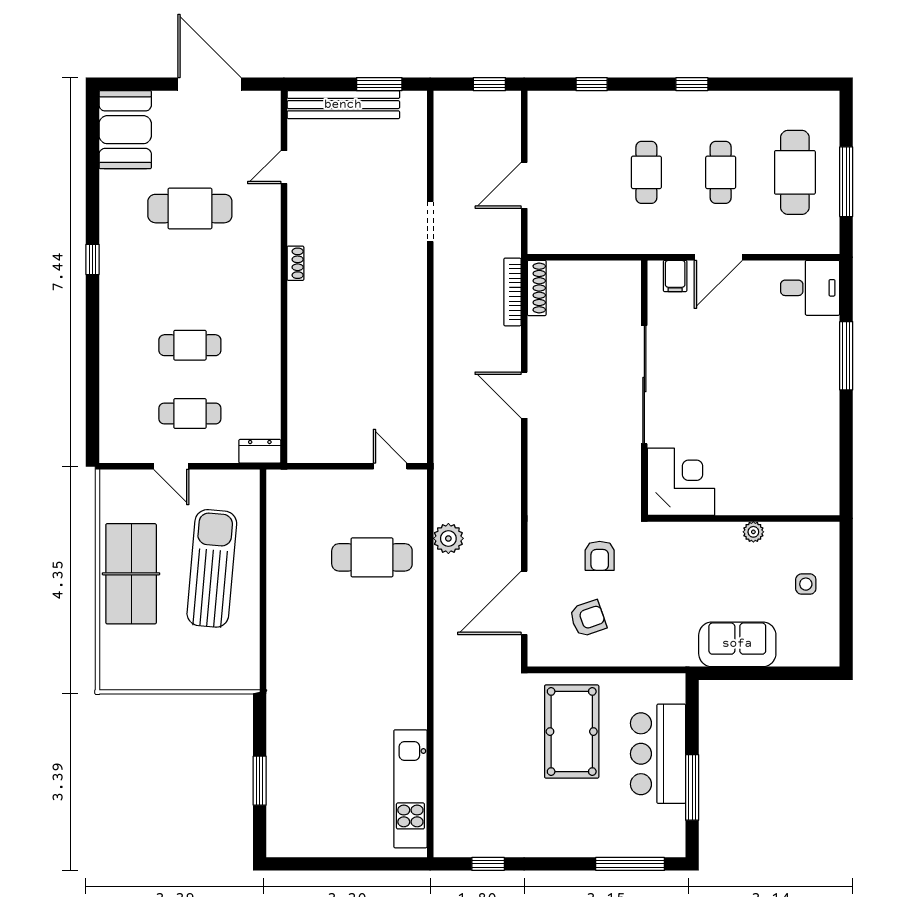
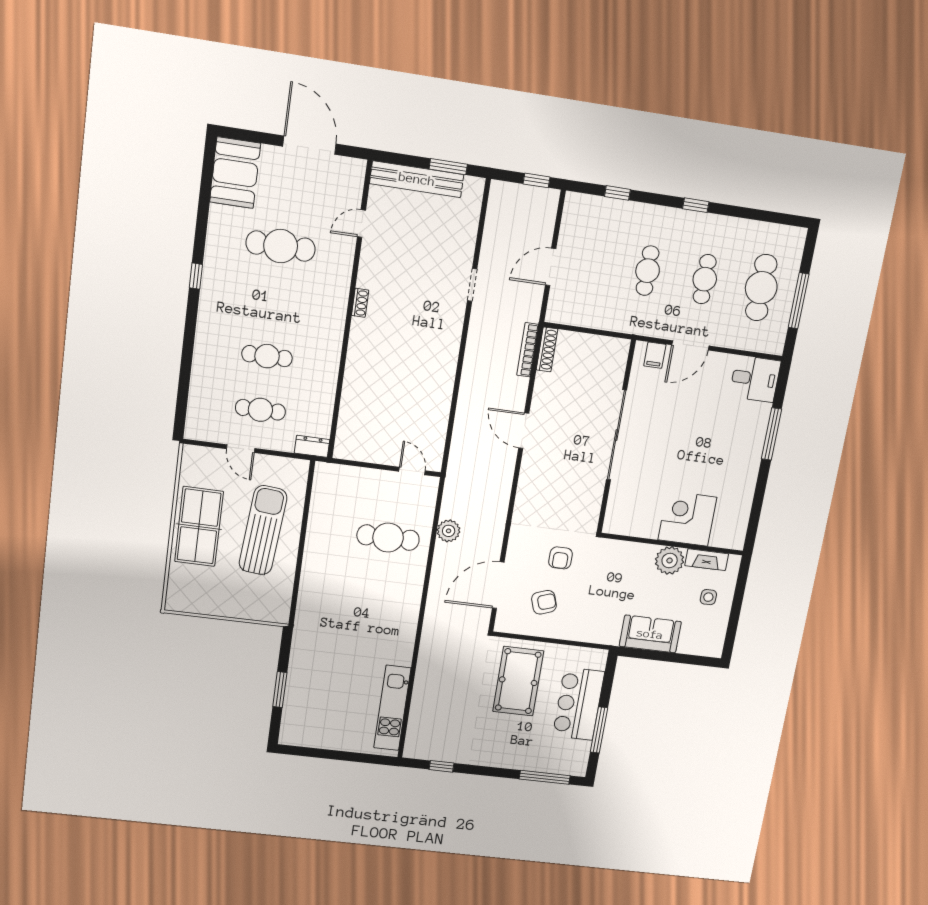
corner desk: (681, 482) -> (687, 519), moved, turned -90
plant: (753, 532) -> (670, 560), width x1.87, depth x1.87
fireplace: (794, 533) -> (707, 560), added

